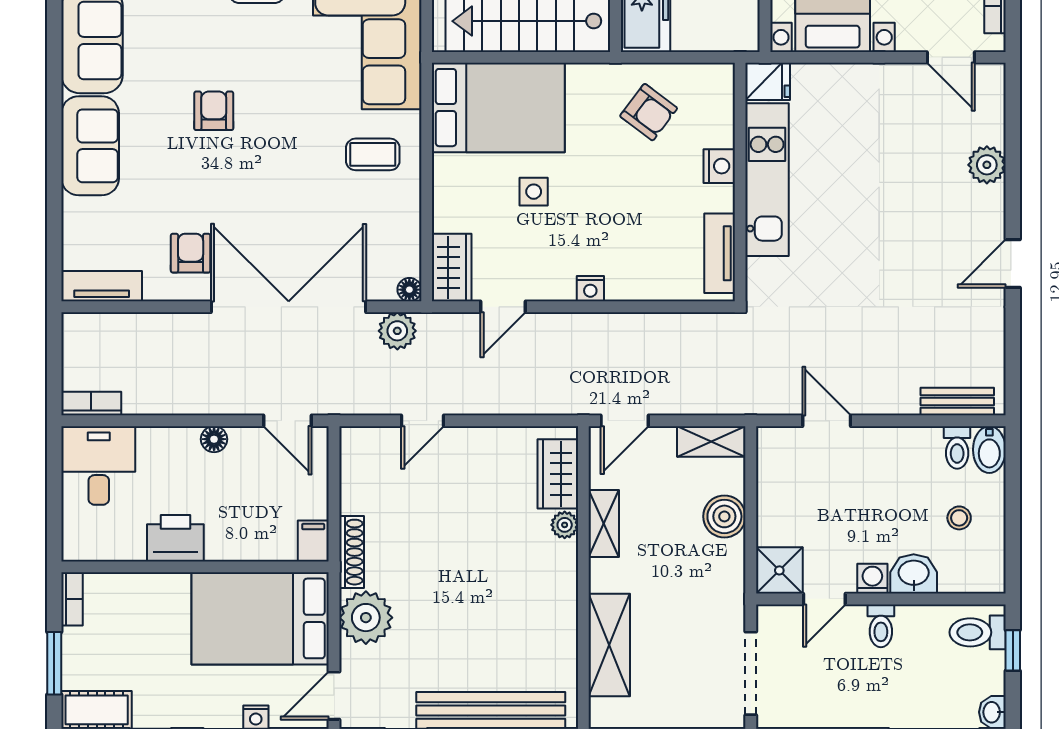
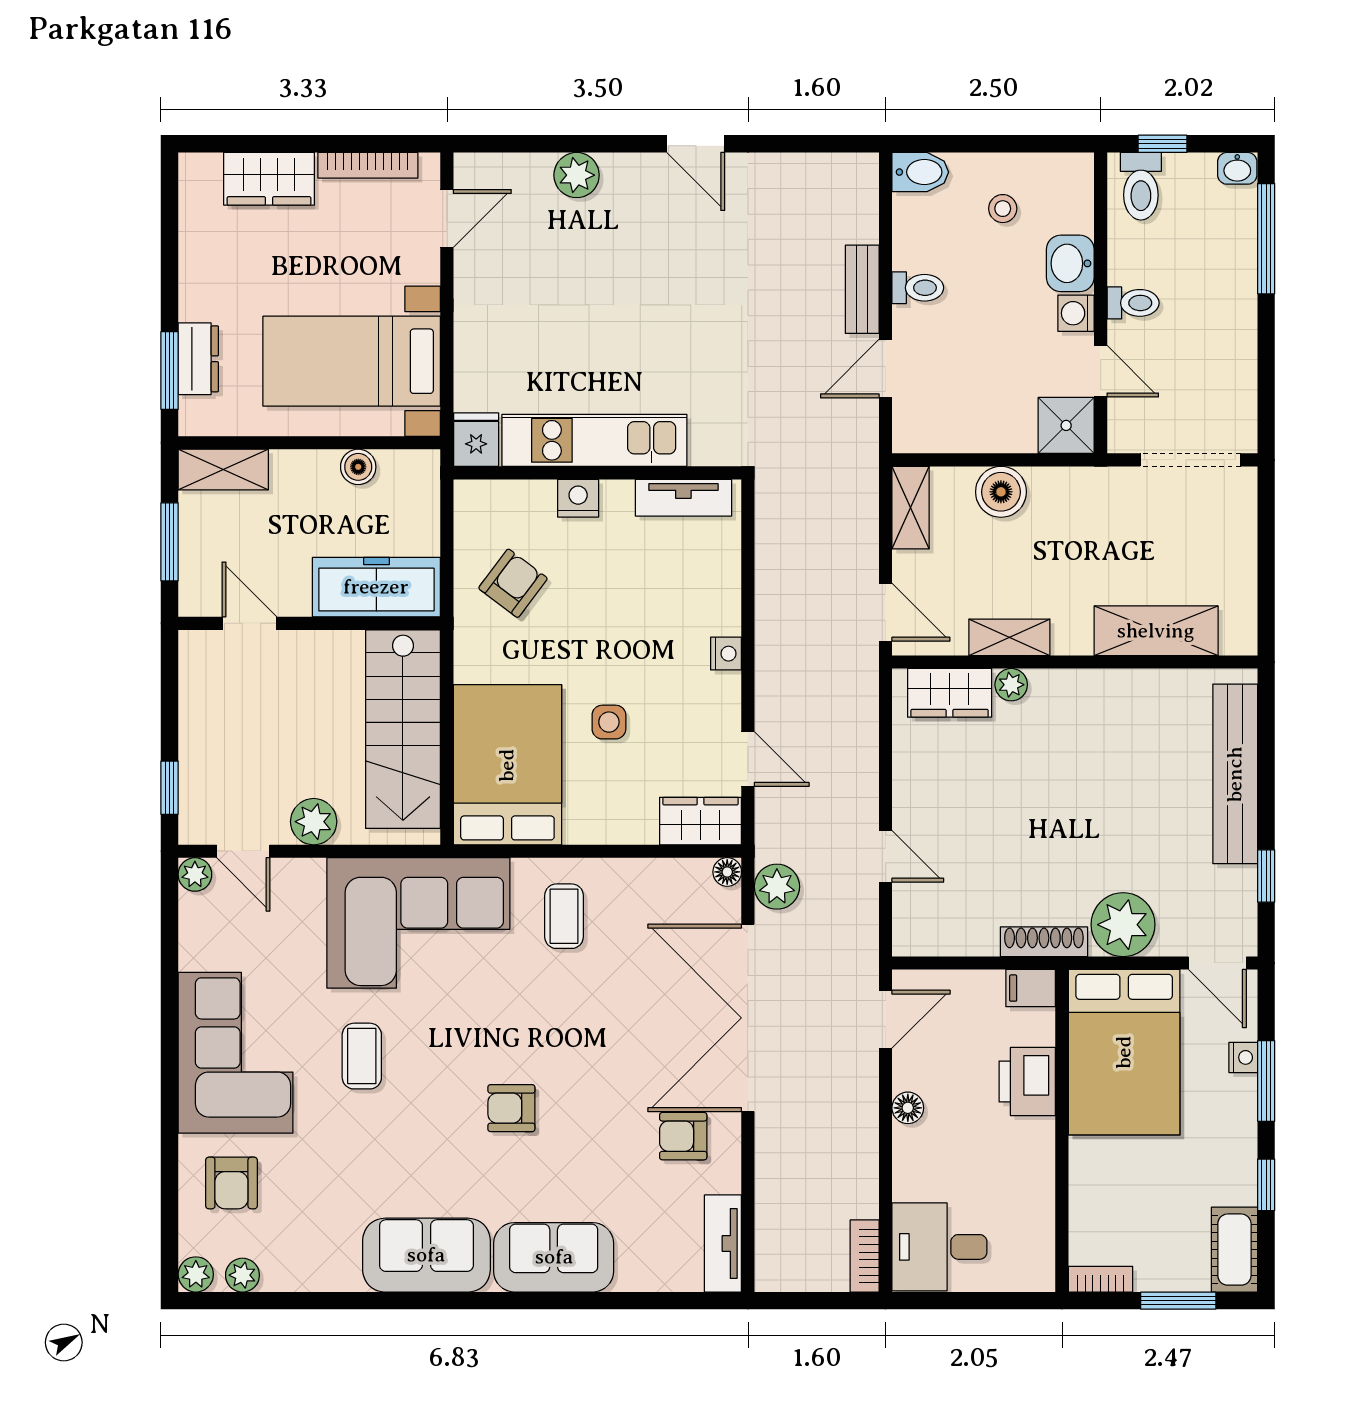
bench: (957, 401) -> (862, 289), moved
toilet: (957, 448) -> (918, 288), moved
printer: (175, 538) -> (1027, 1081), moved

